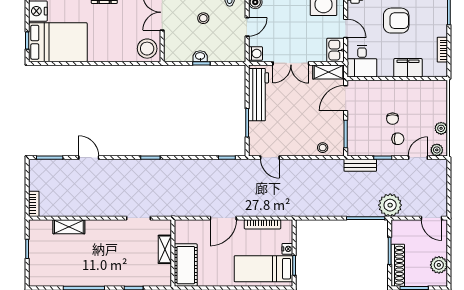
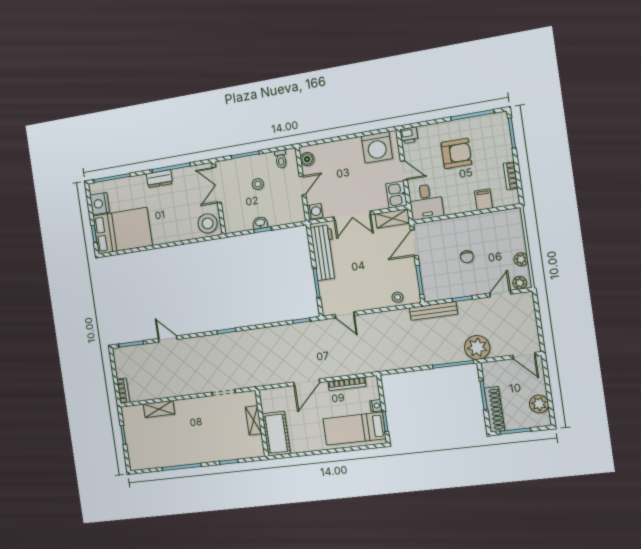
filing cabinet: (408, 68) -> (484, 200), width x0.50
chair: (398, 139) -> (476, 277), removed
bench: (360, 165) -> (433, 311), width x1.36

